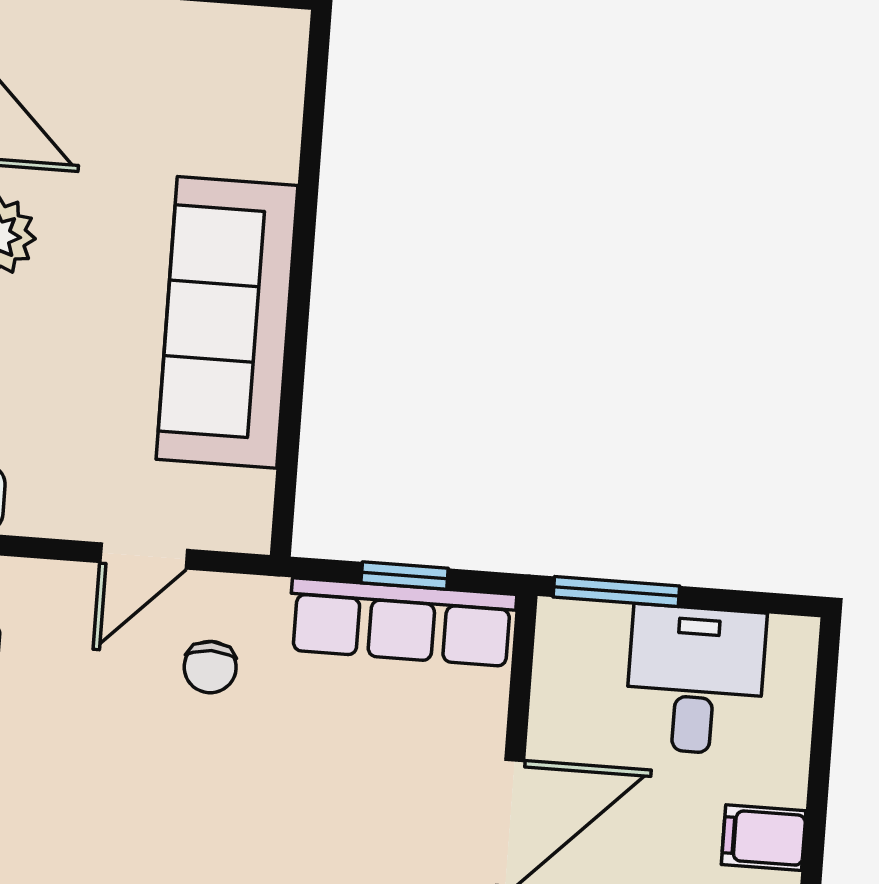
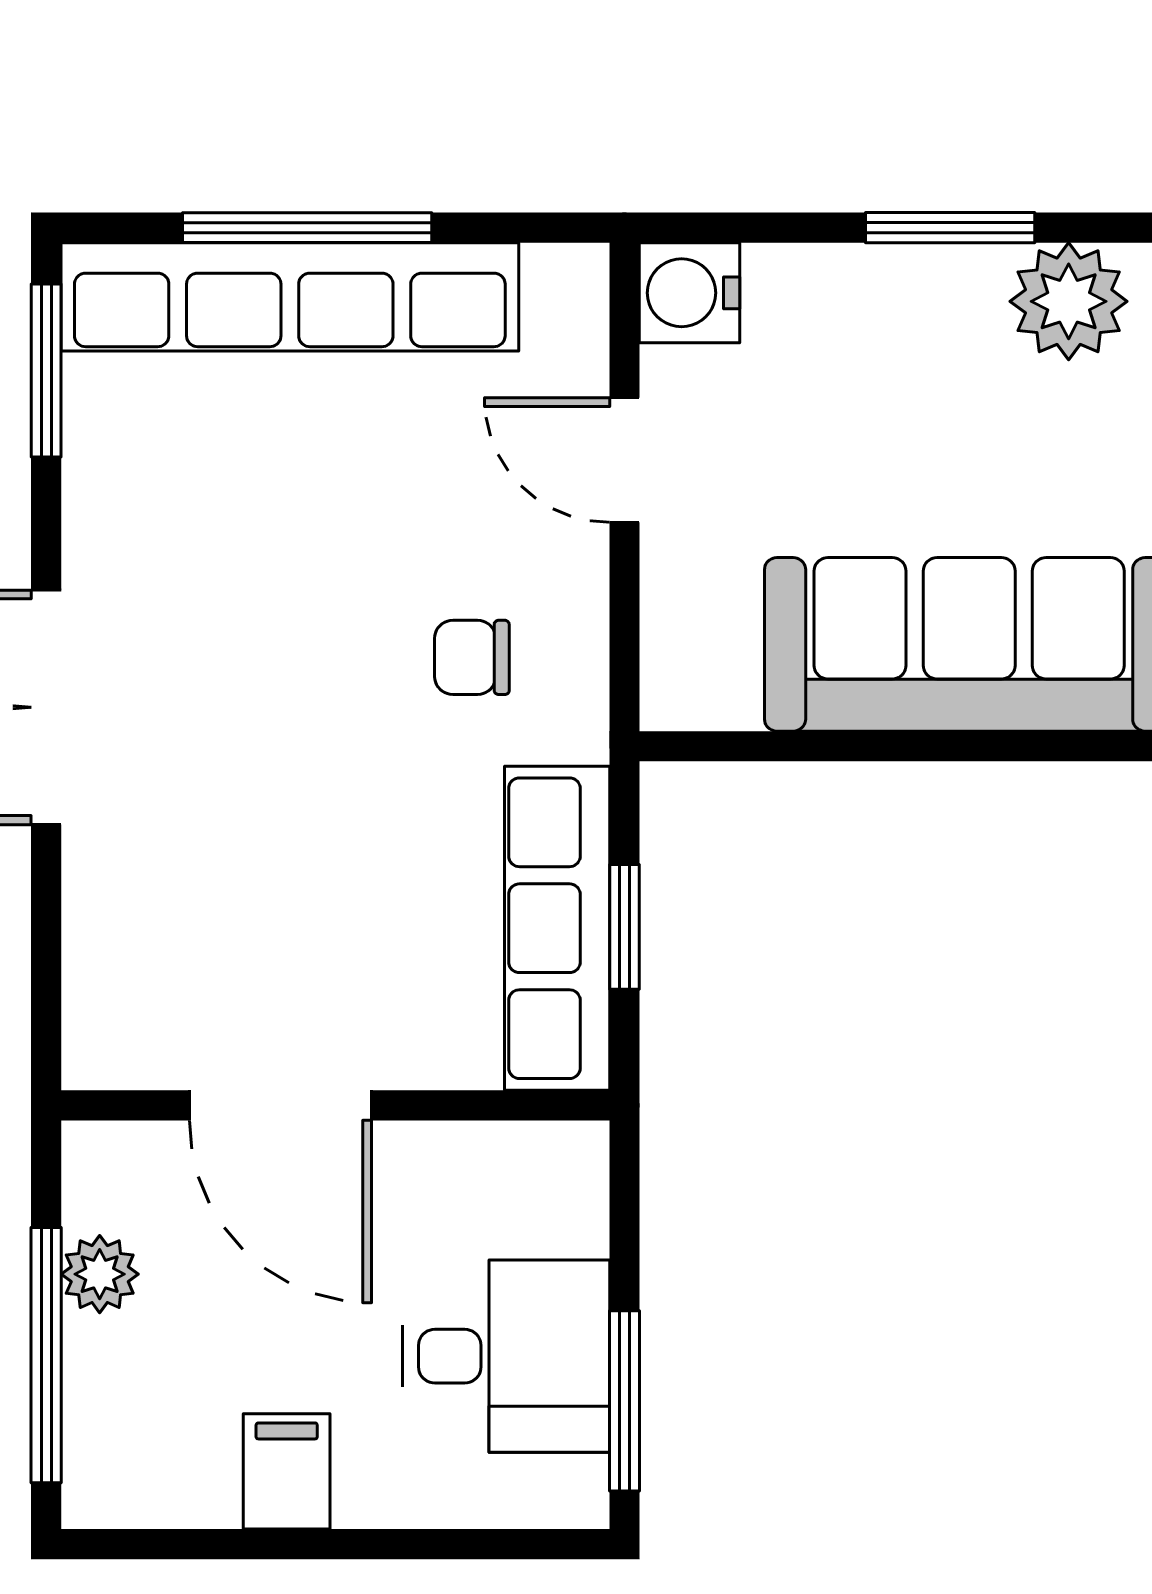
door: (144, 556) -> (624, 460), moved
window: (616, 591) -> (624, 1401), moved

